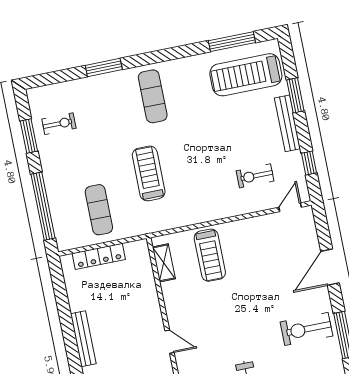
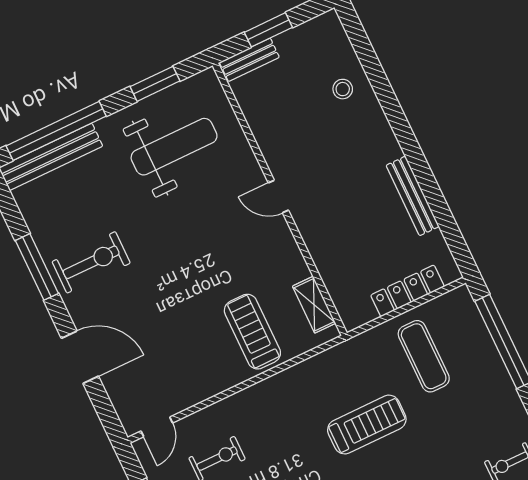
treadmill: (149, 173) -> (367, 425), turned -90
door: (330, 267) -> (80, 357), hinge flipped
bench: (83, 339) -> (413, 196), moved

